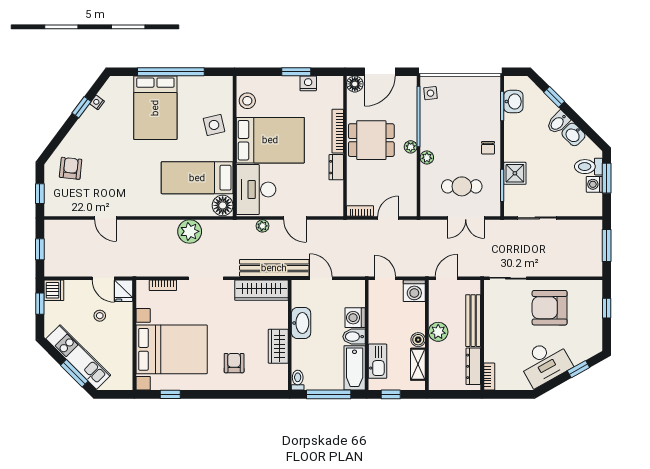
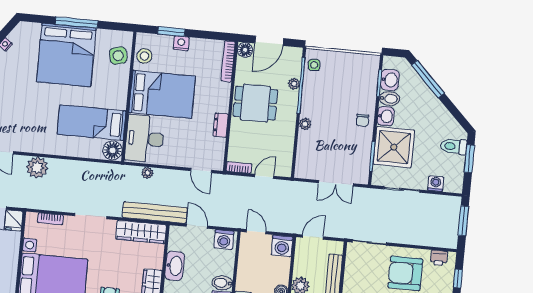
window: (171, 72) -> (76, 23), width x0.68
window: (296, 72) -> (171, 31), moved
nightstand: (308, 83) -> (181, 43), moved
window: (554, 97) -> (428, 79), width x2.17
bed: (155, 108) -> (66, 55), width x1.36
bidet: (558, 122) -> (389, 99), moved, turned -135
side table: (214, 125) -> (118, 56), moved
bookcase: (338, 131) -> (228, 61), moved
washbasin: (573, 134) -> (386, 116), moved, turned -135
plant: (411, 147) -> (294, 84), moved
shower: (515, 173) -> (394, 147), width x1.86, depth x1.86
washing machine: (594, 184) -> (436, 184), moved, turned 90
cafe table: (462, 186) -> (335, 154), removed
door: (295, 218) -> (201, 170), moved
plant: (190, 231) -> (37, 168), moved
printer: (584, 288) -> (439, 258), added
washing machine: (355, 318) -> (224, 240), moved, turned -90

